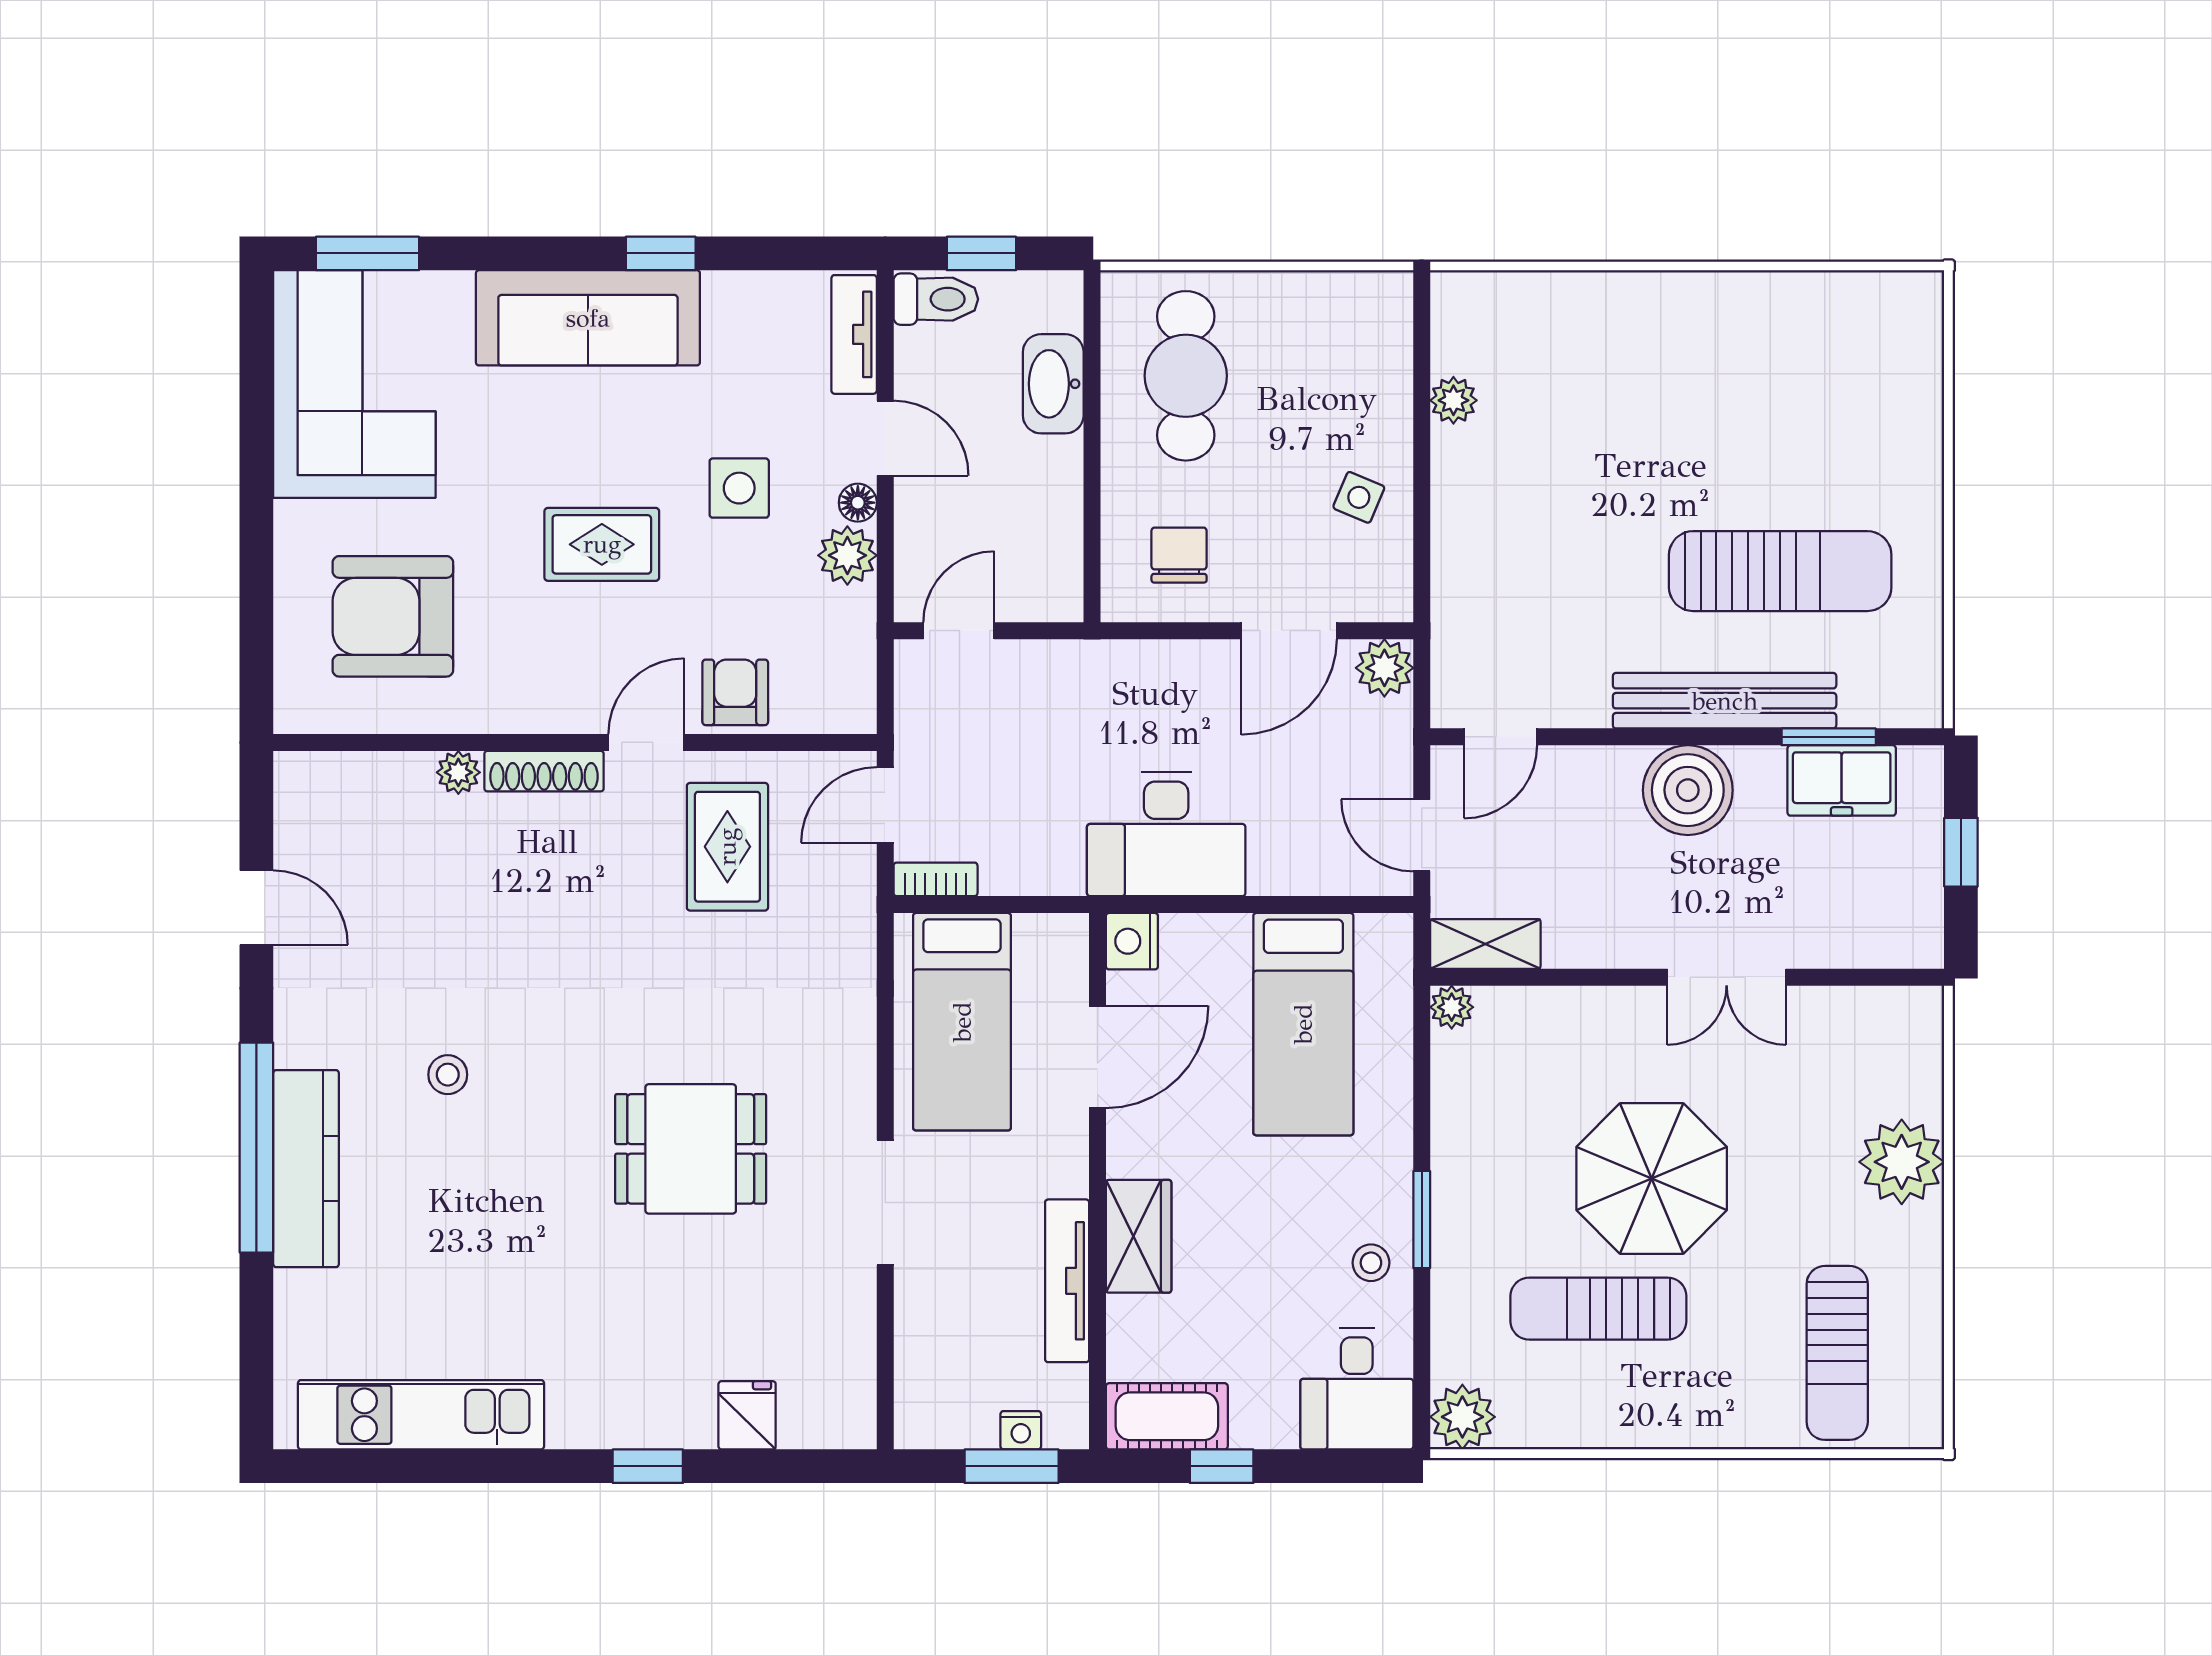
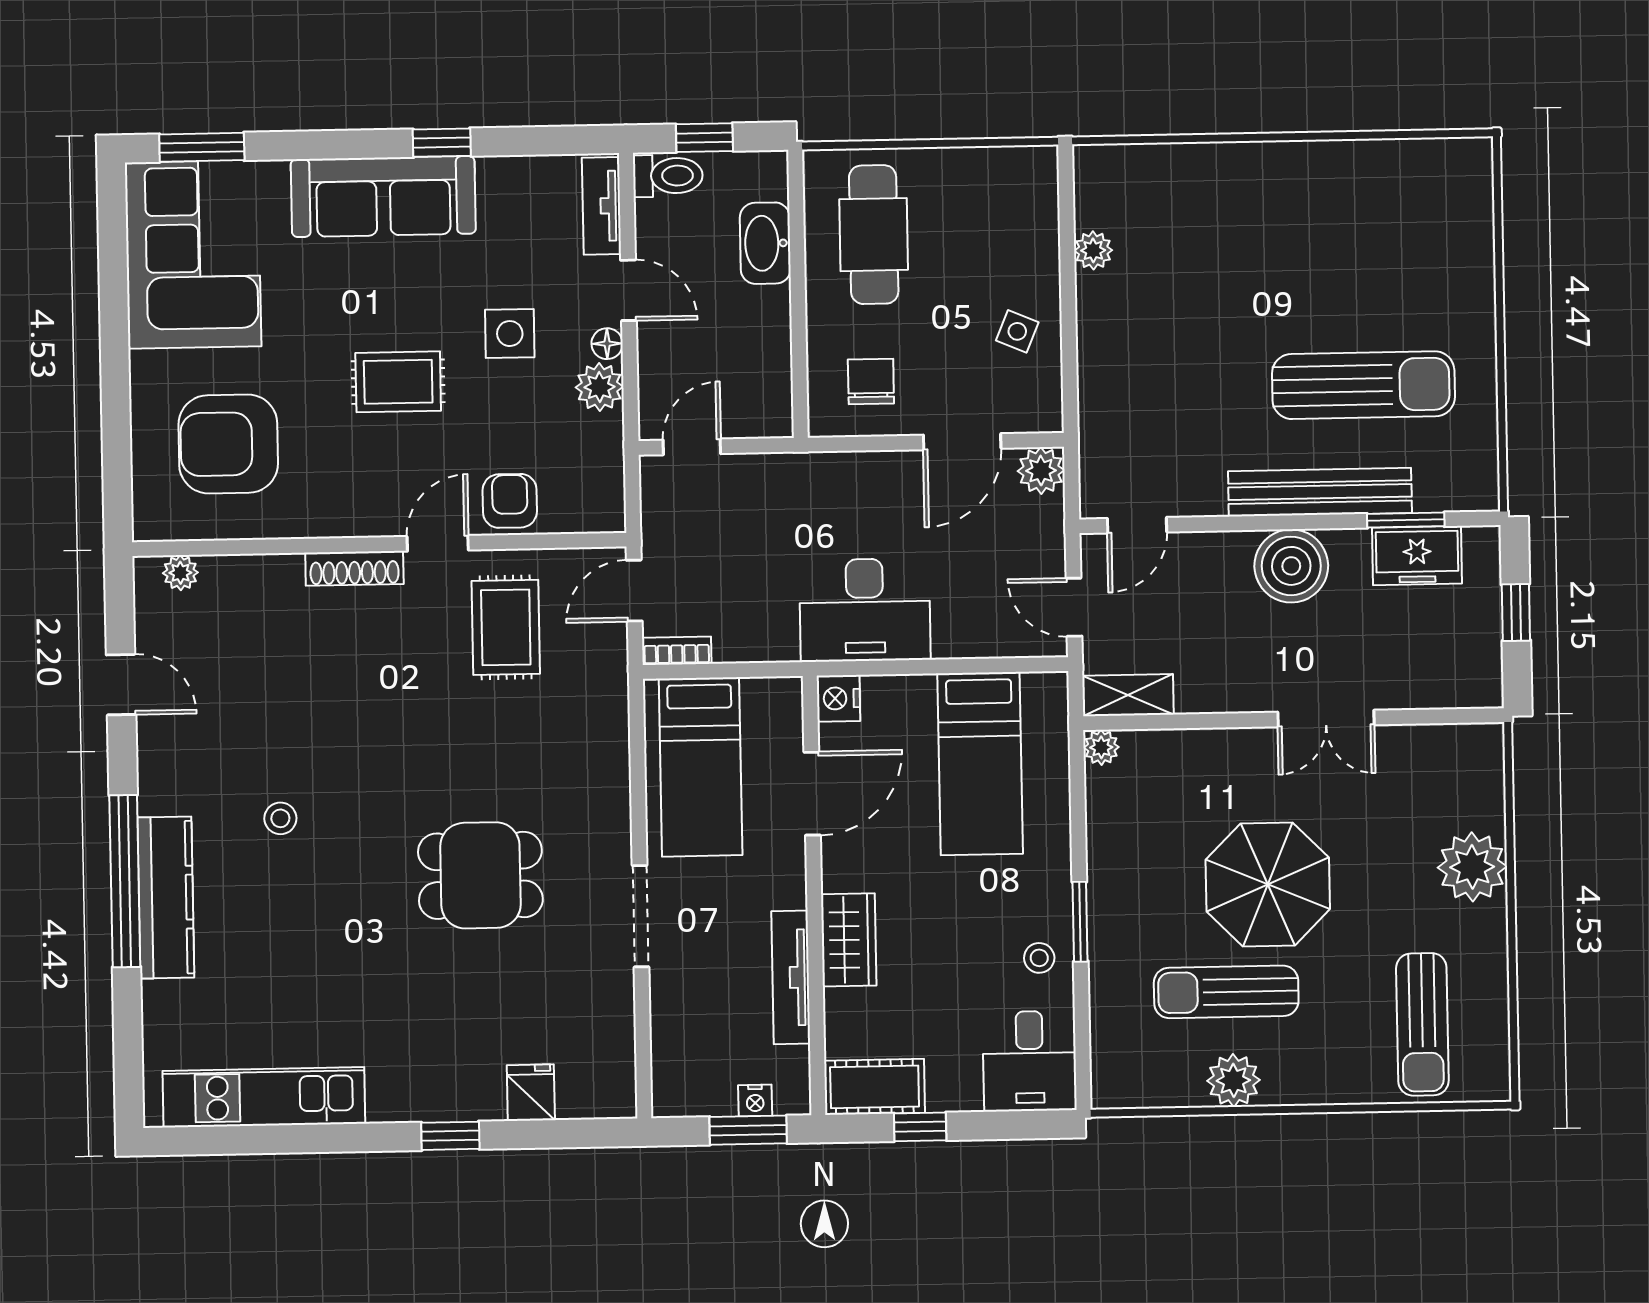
plant: (458, 772) -> (180, 573), moved
plant: (1462, 1417) -> (1233, 1080), moved

